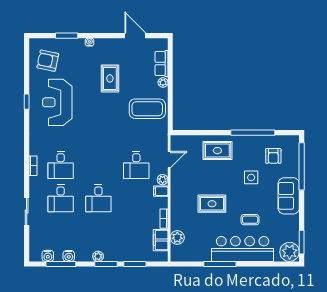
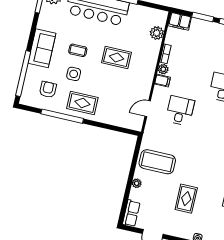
row of seats: (161, 63) -> (131, 213), moved
rug: (217, 151) -> (82, 103), moved
plant: (163, 180) -> (163, 69), moved
coffee table: (250, 220) -> (78, 50), moved
filing cabinet: (161, 240) -> (180, 21), moved, turned 90

